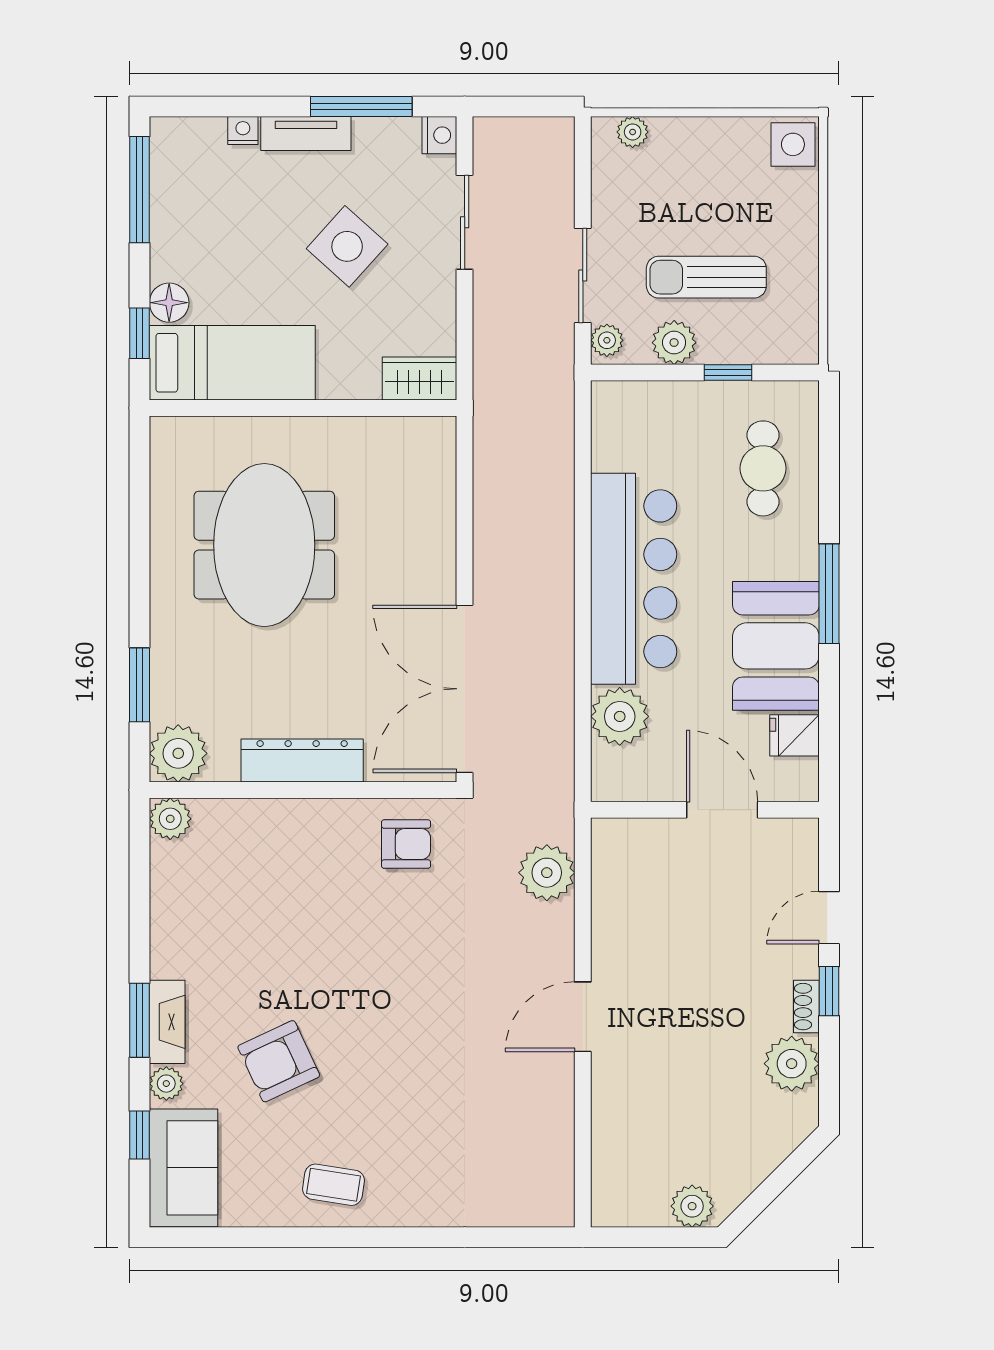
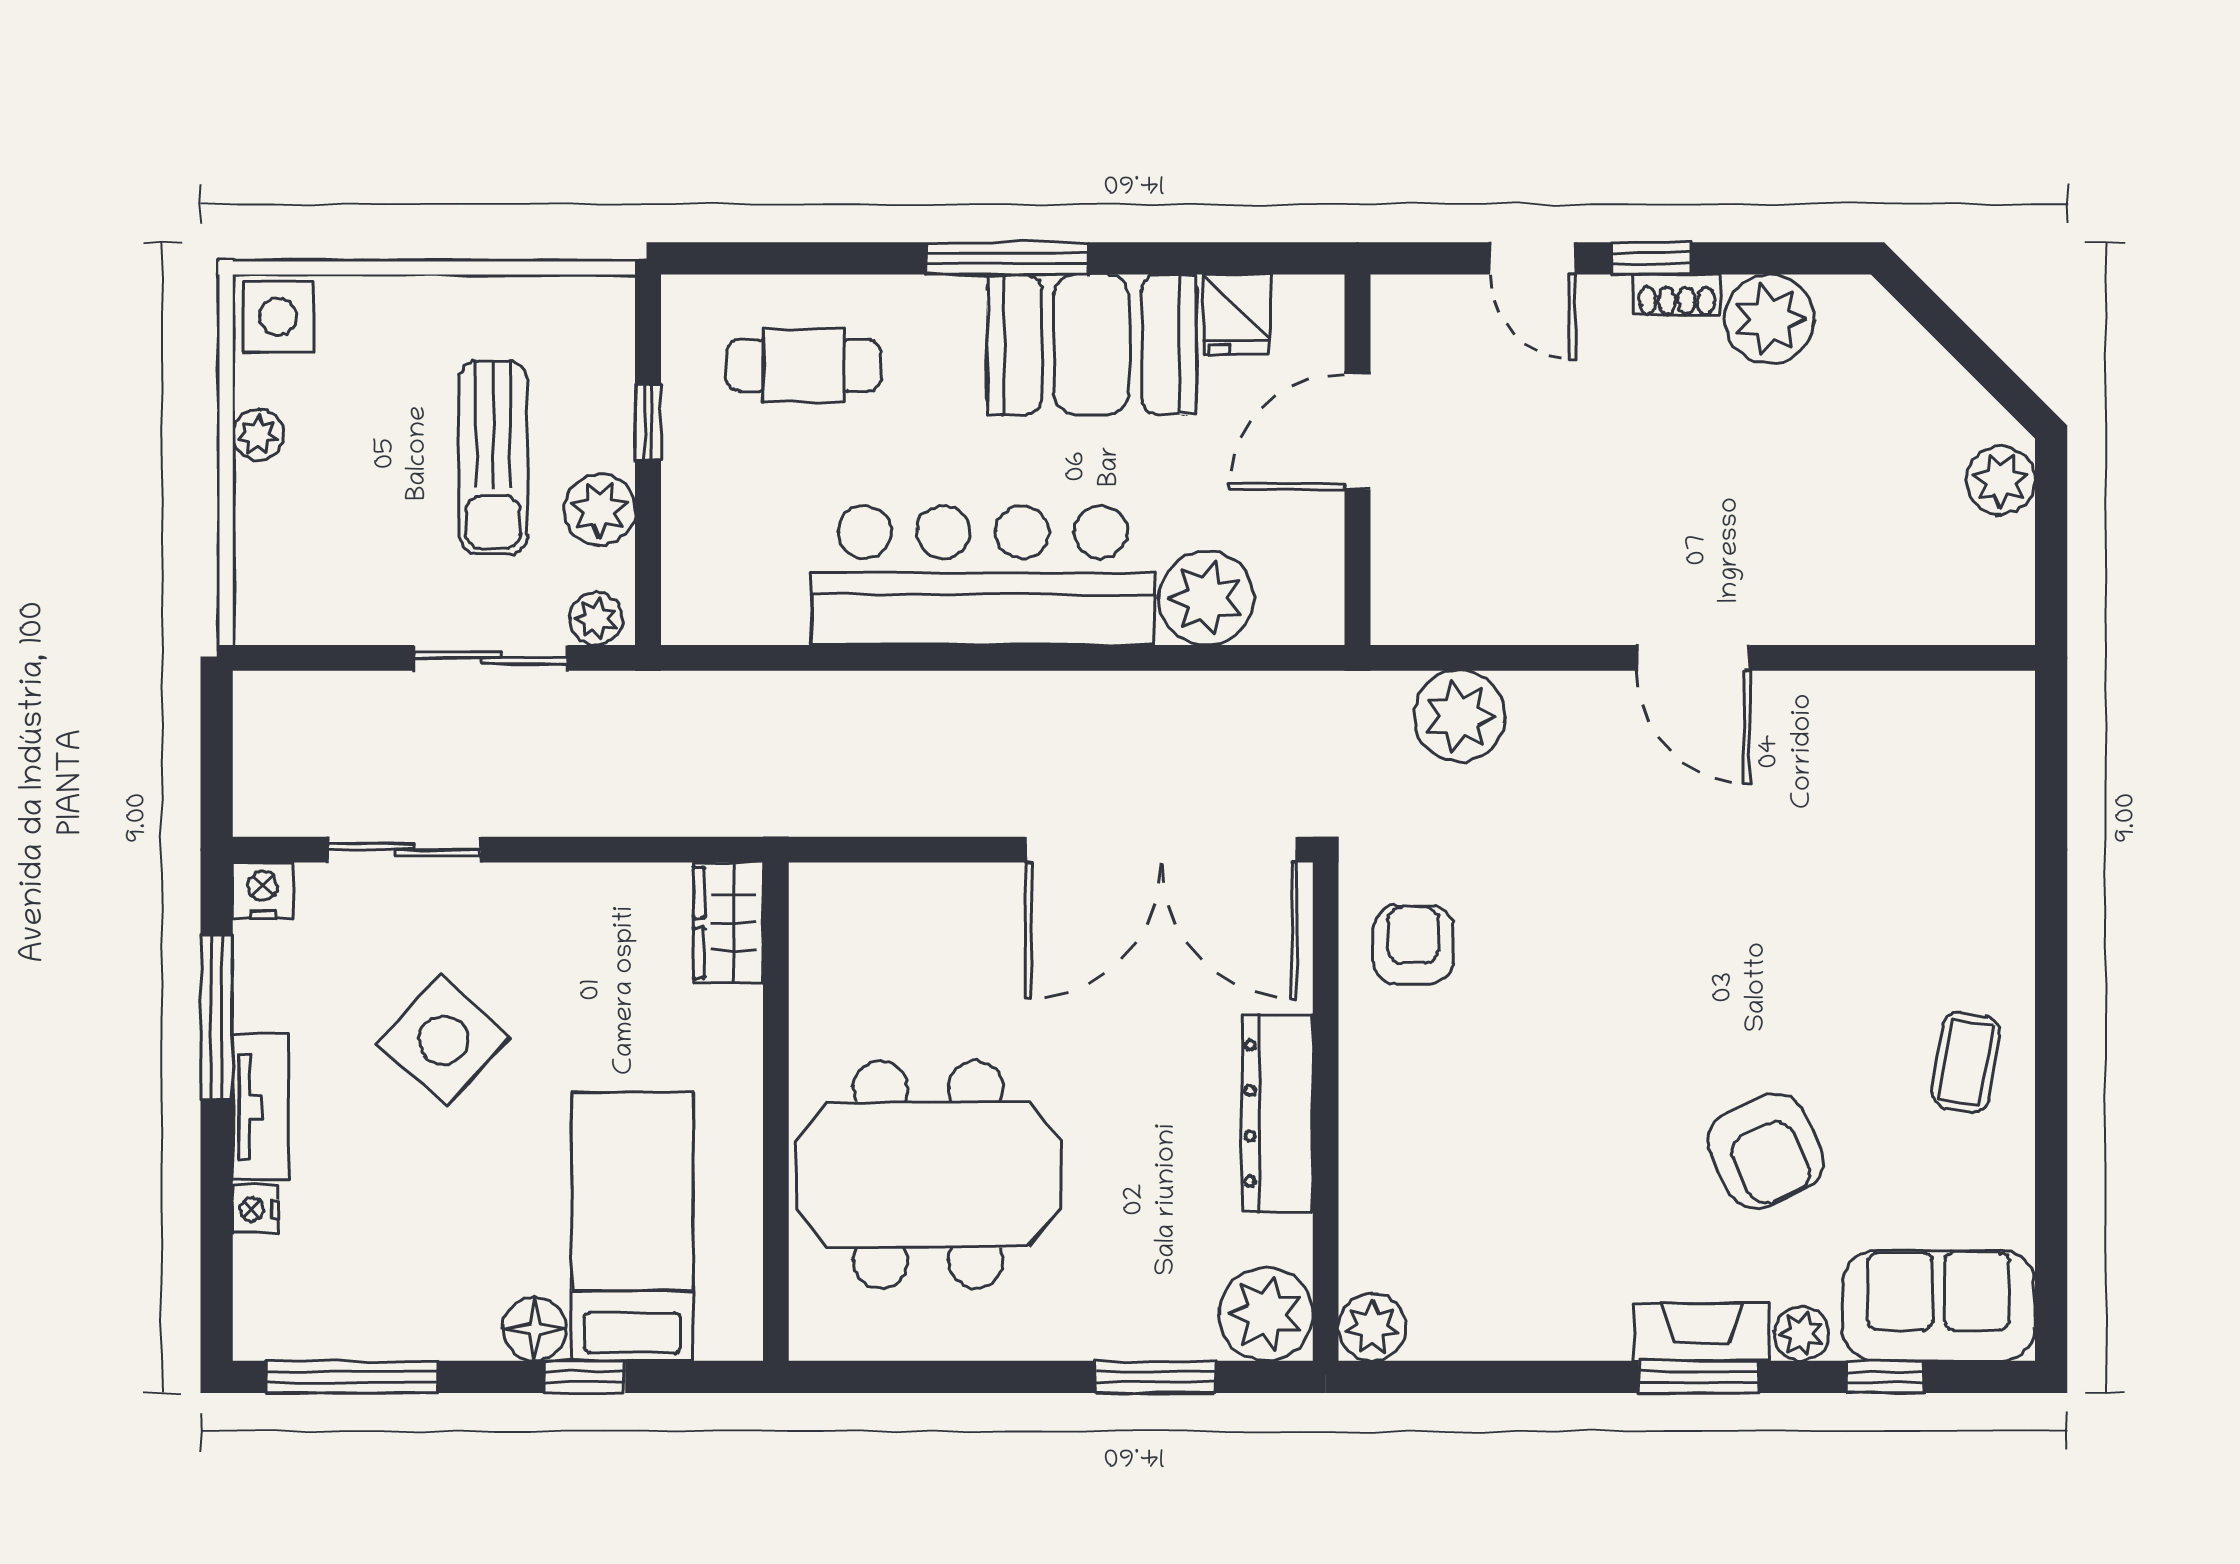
plant: (633, 132) -> (258, 435), moved
wardrobe: (420, 378) -> (728, 923), moved
wall: (303, 408) -> (776, 1112), moved

